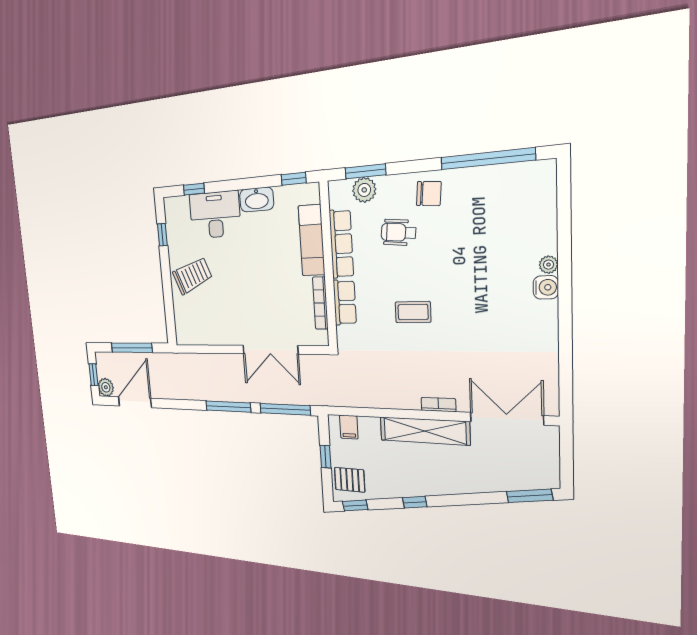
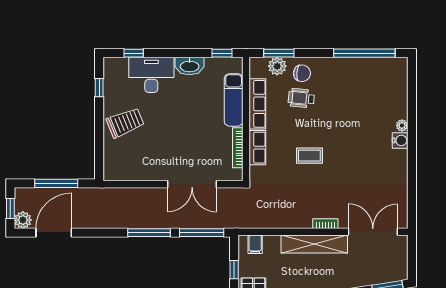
chair: (429, 194) -> (302, 73), moved

